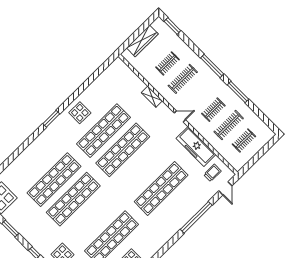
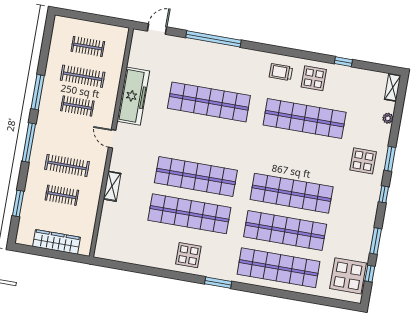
window: (172, 26) -> (18, 203), moved
shop shelf: (35, 160) -> (279, 268), added
trolley: (212, 173) -> (281, 72), moved

